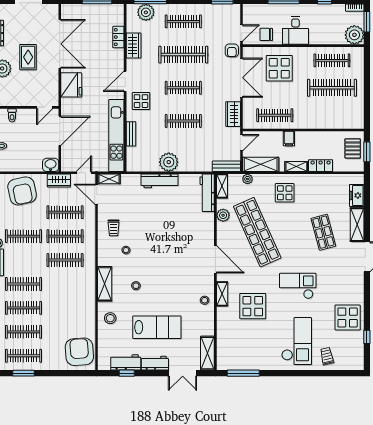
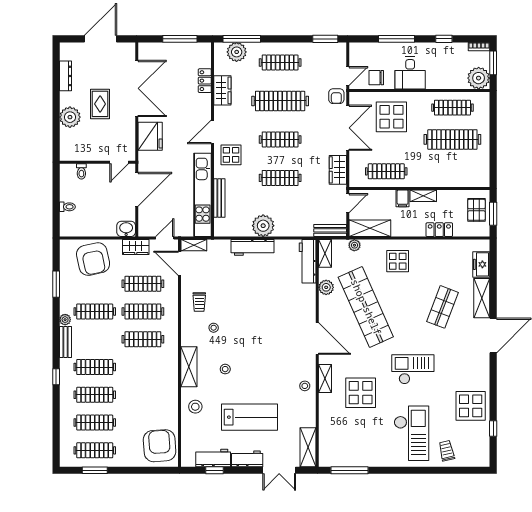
bench: (131, 134) -> (219, 198), width x1.36
shelving: (296, 166) -> (423, 196), moved
shop shelf: (323, 232) -> (443, 307), turned 36

